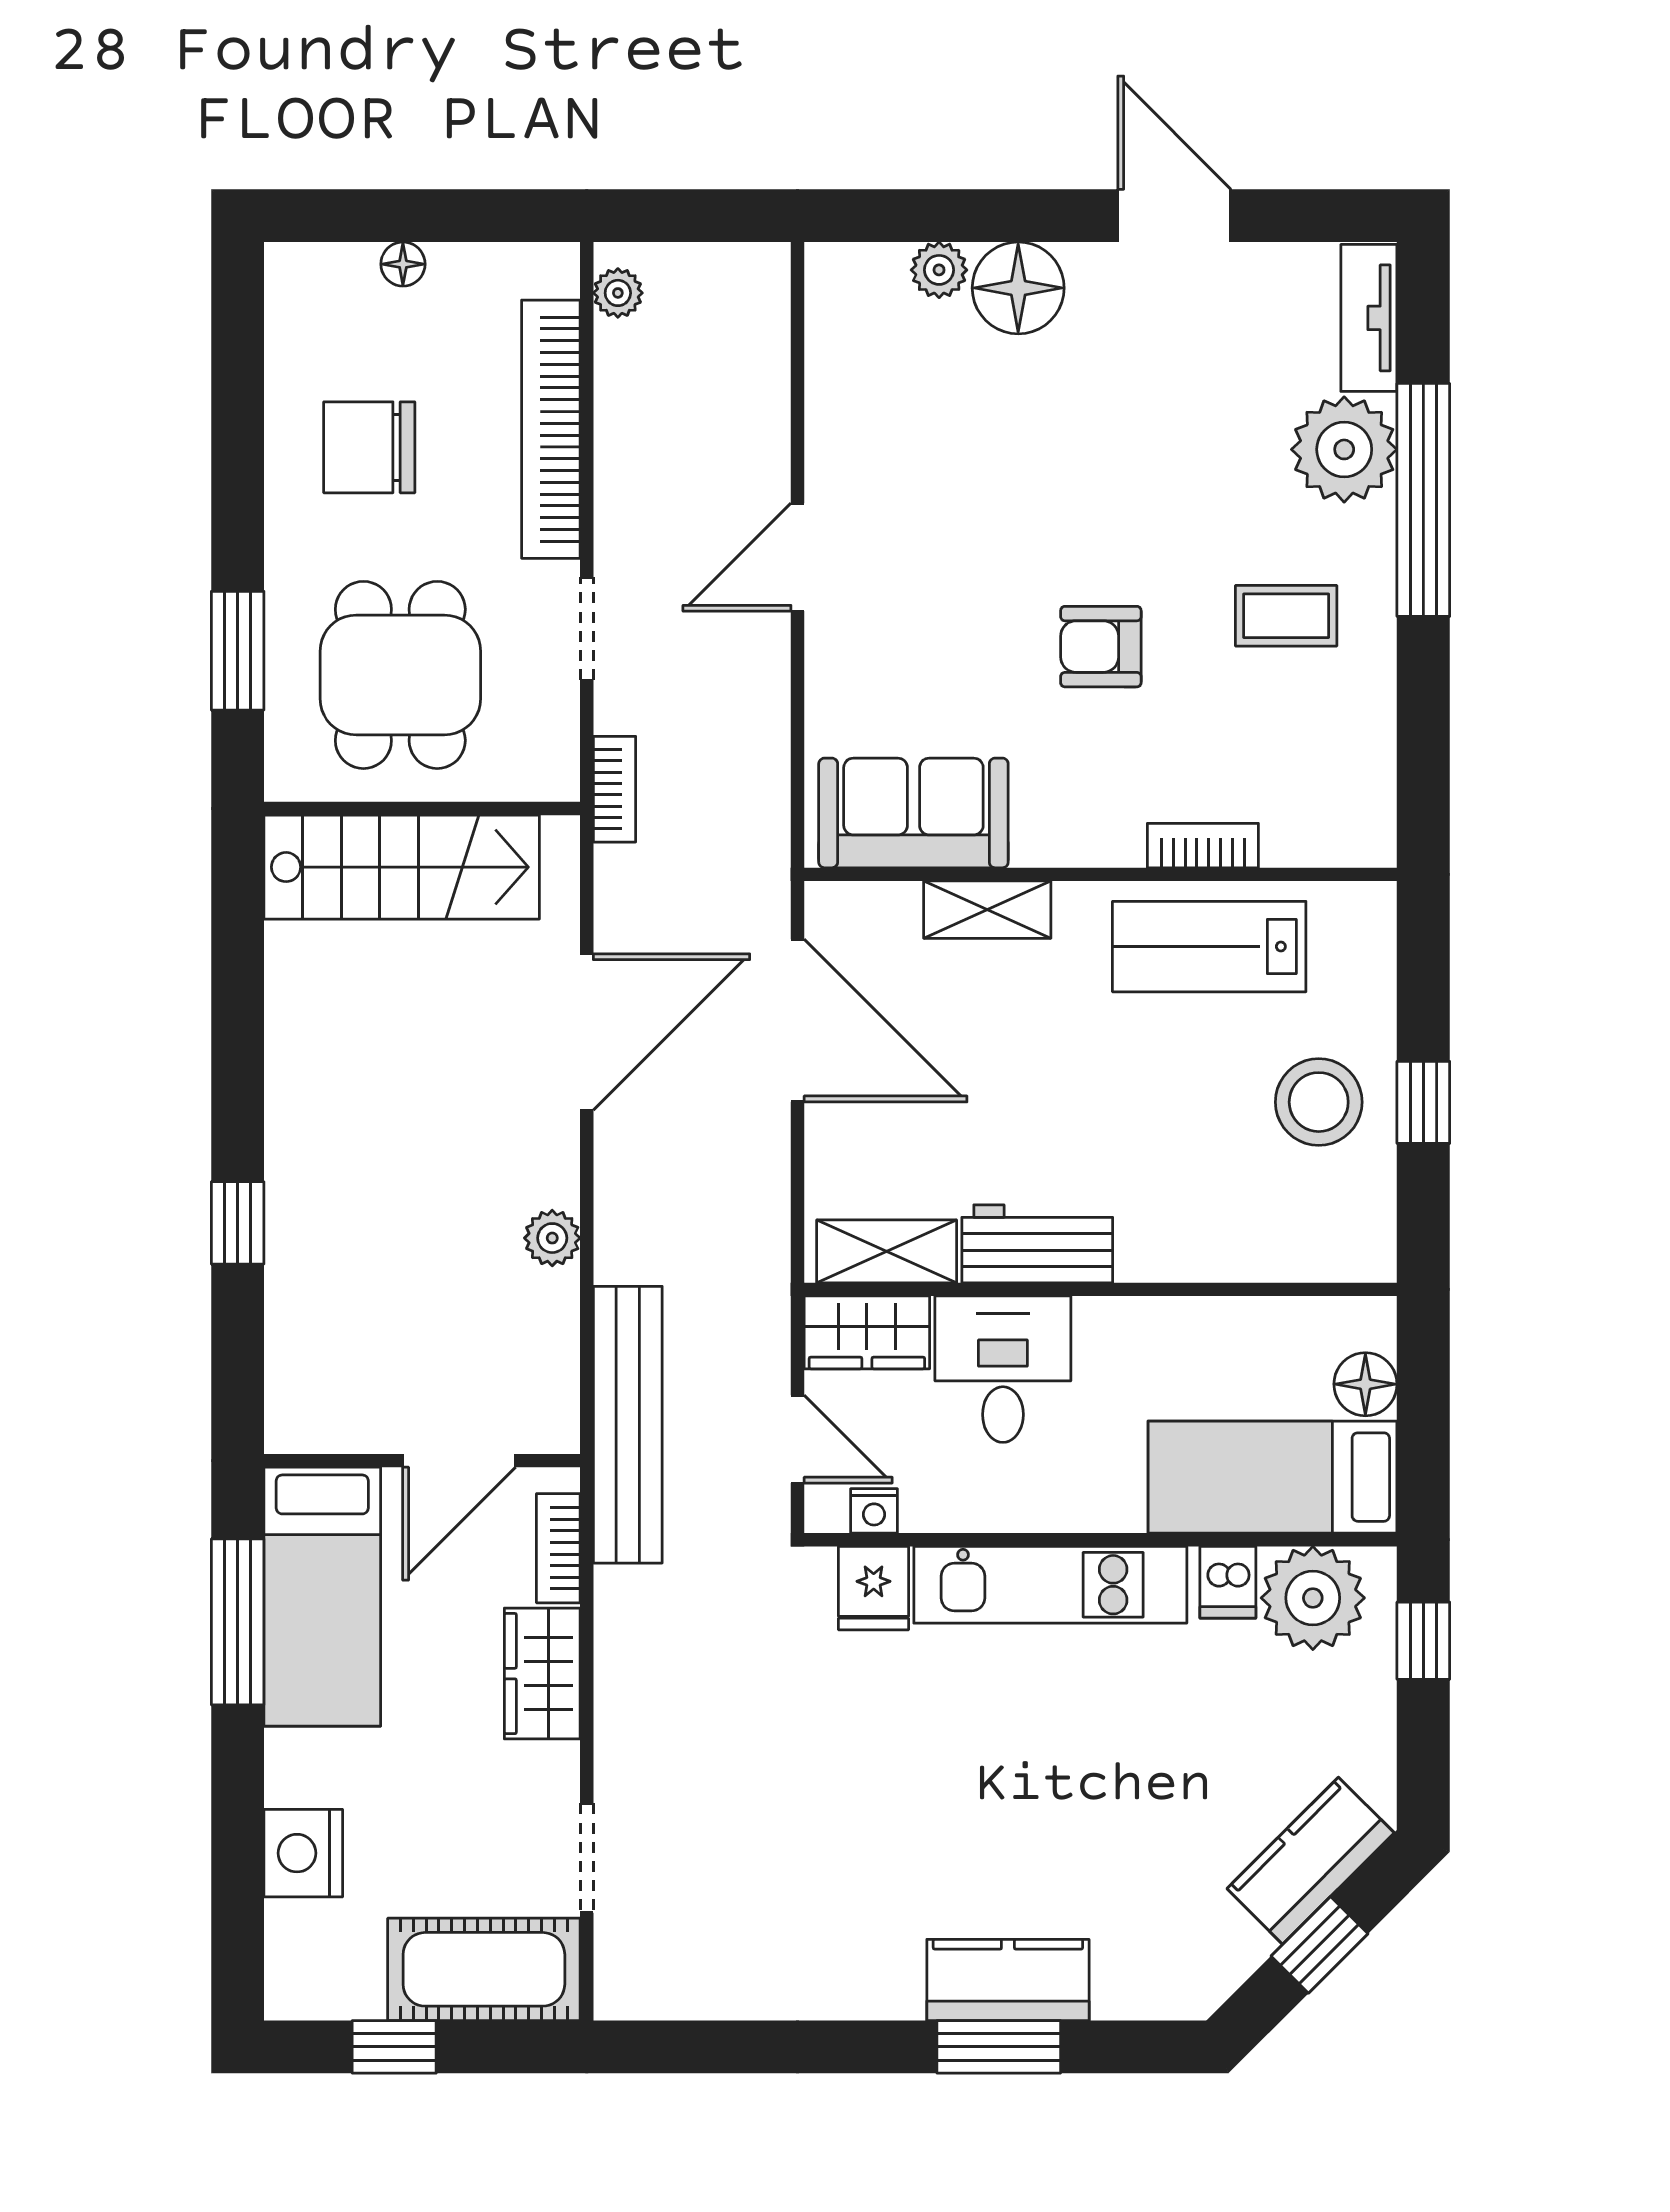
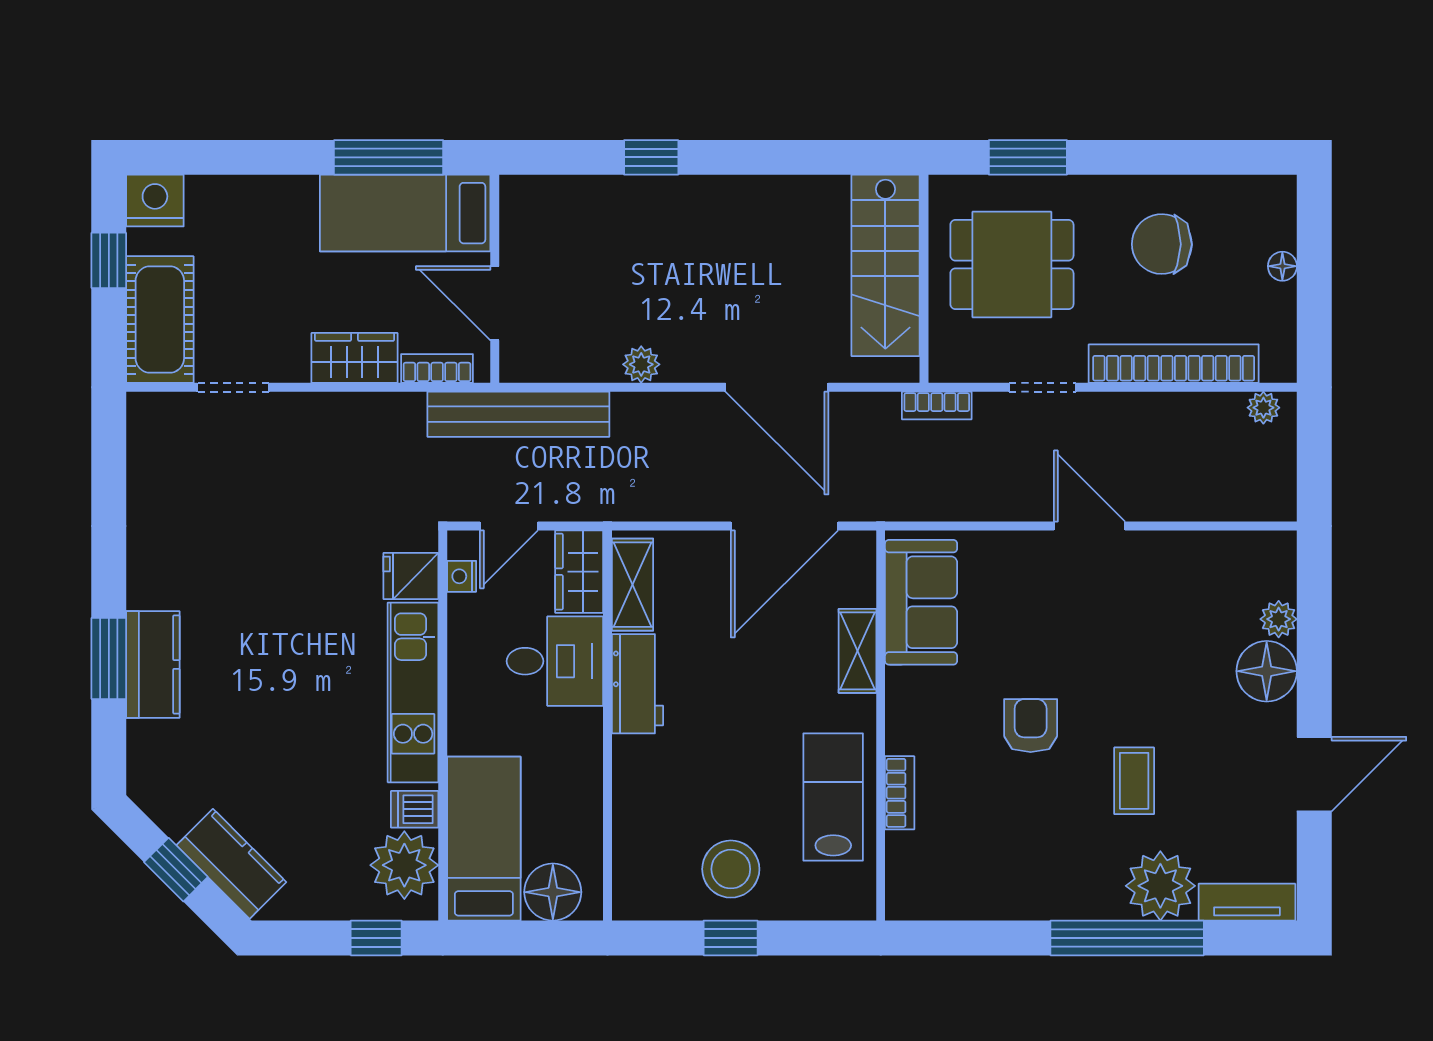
chair: (369, 447) -> (1162, 244), turned -89
coffee table: (1286, 616) -> (1134, 781), moved
floor lamp: (1365, 1384) -> (553, 892), width x1.38, depth x1.38
nightstand: (303, 1853) -> (155, 201), moved

